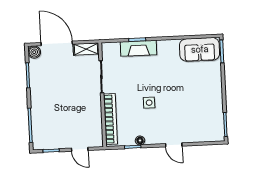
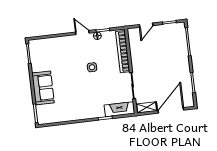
door: (57, 43) -> (171, 110), swing flipped
fireplace: (138, 48) -> (119, 109), moved
sofa: (200, 49) -> (43, 88), moved, turned 90
boiler: (34, 52) -> (189, 102), removed
door: (174, 145) -> (82, 33), moved
door: (80, 149) -> (146, 25), swing flipped

